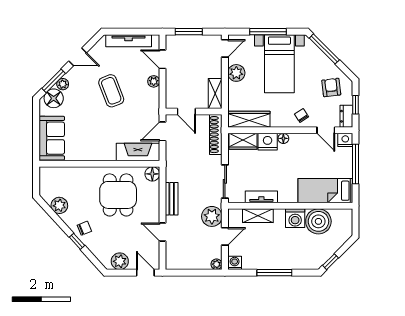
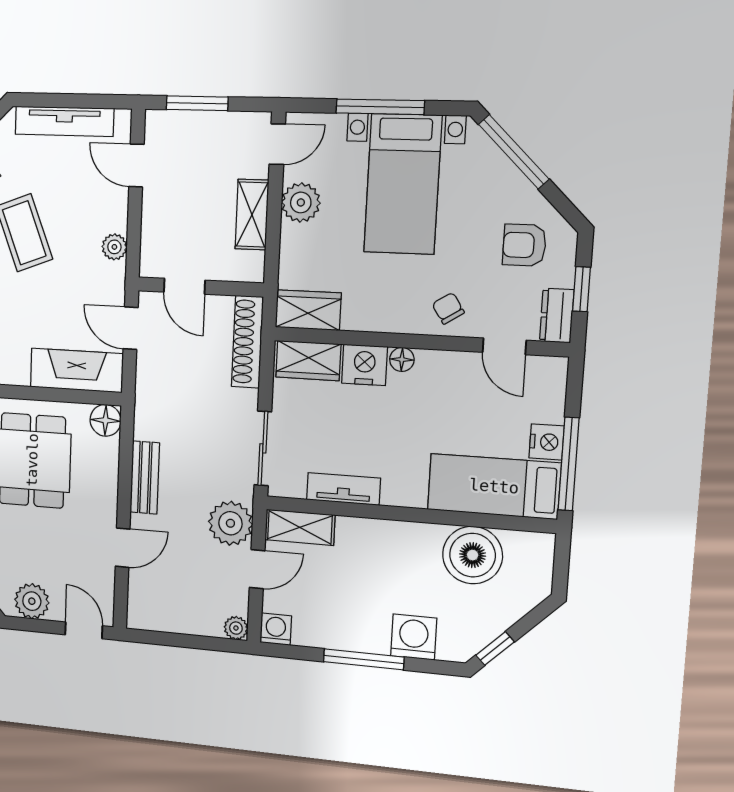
plant: (154, 81) -> (114, 247), moved
armchair: (331, 87) -> (524, 245), turned -83
shelving: (215, 93) -> (252, 215), moved
wardrobe: (249, 119) -> (308, 310), width x0.67
door: (162, 131) -> (131, 328), hinge flipped
nightstand: (345, 140) -> (547, 442), moved, turned 90
window: (356, 164) -> (569, 464), moved
shelving: (258, 216) -> (300, 527), moved
washing machine: (295, 218) -> (414, 637), moved, turned 180
door: (162, 232) -> (123, 548), swing flipped

